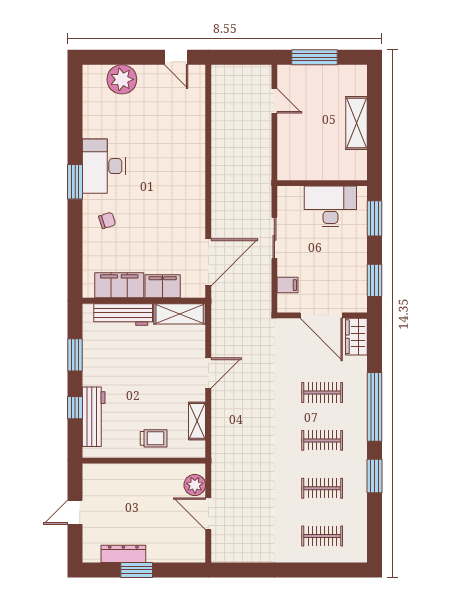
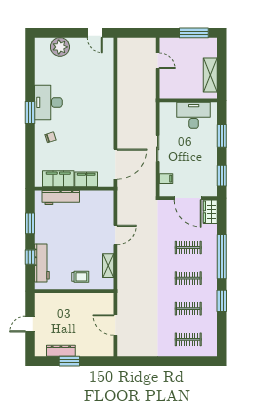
window: (315, 57) -> (194, 33), moved
wall: (322, 183) -> (188, 100), moved
desk: (330, 206) -> (194, 115), moved
shelving: (180, 314) -> (97, 197), removed
plant: (195, 485) -> (107, 307), removed

